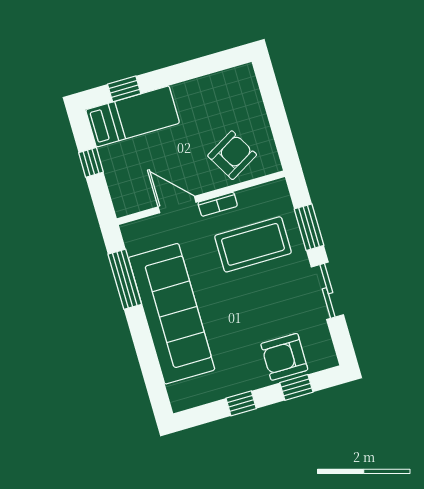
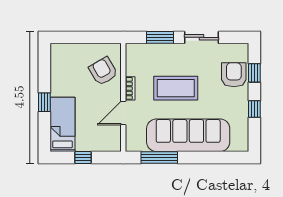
window: (124, 89) -> (44, 102), moved
coffee table: (253, 244) -> (176, 88), moved, turned 90
armchair: (284, 357) -> (234, 75), turned 180

